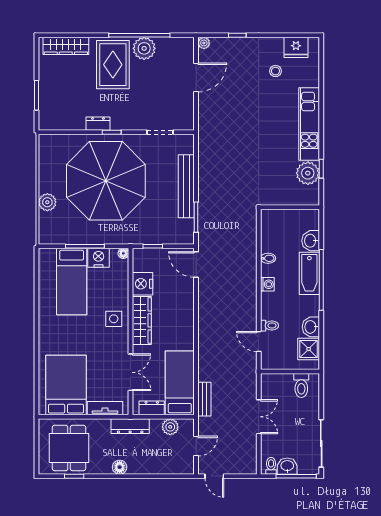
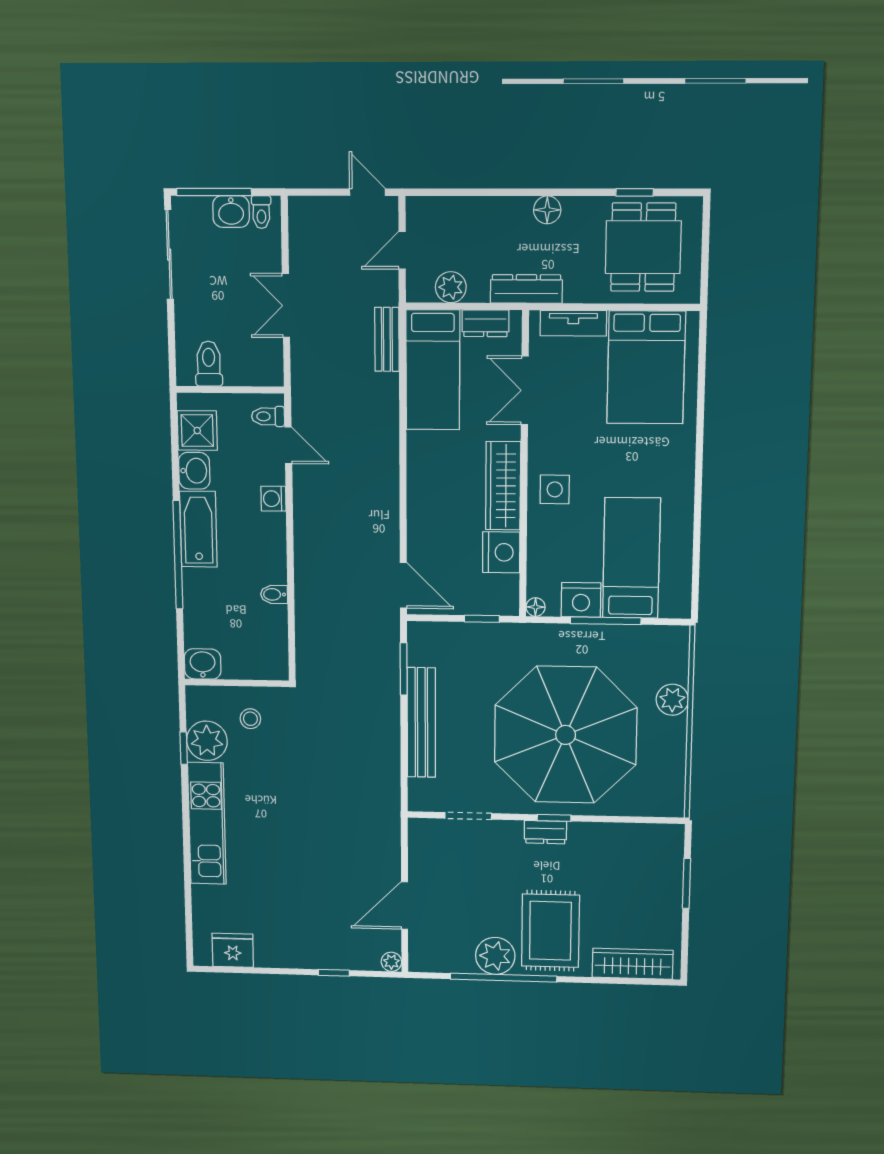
stool: (275, 71) -> (250, 719), moved
dresser: (98, 124) -> (545, 832), moved
washbasin: (311, 241) -> (203, 664), moved, turned -90
bathtub: (309, 273) -> (198, 529), moved
washing machine: (267, 284) -> (273, 499), moved
toilet: (269, 326) -> (268, 416), moved

